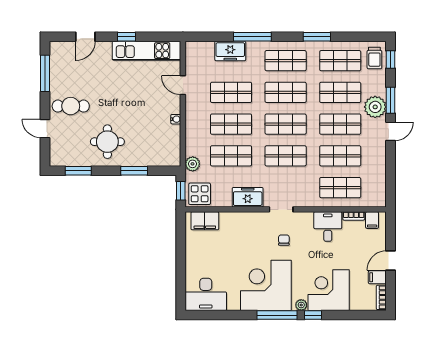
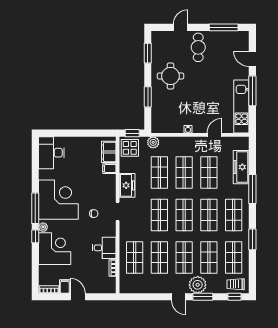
window: (127, 37) -> (252, 91), width x2.17
freezer: (230, 51) -> (241, 167), width x1.40
filing cabinet: (372, 220) -> (109, 169), moved

